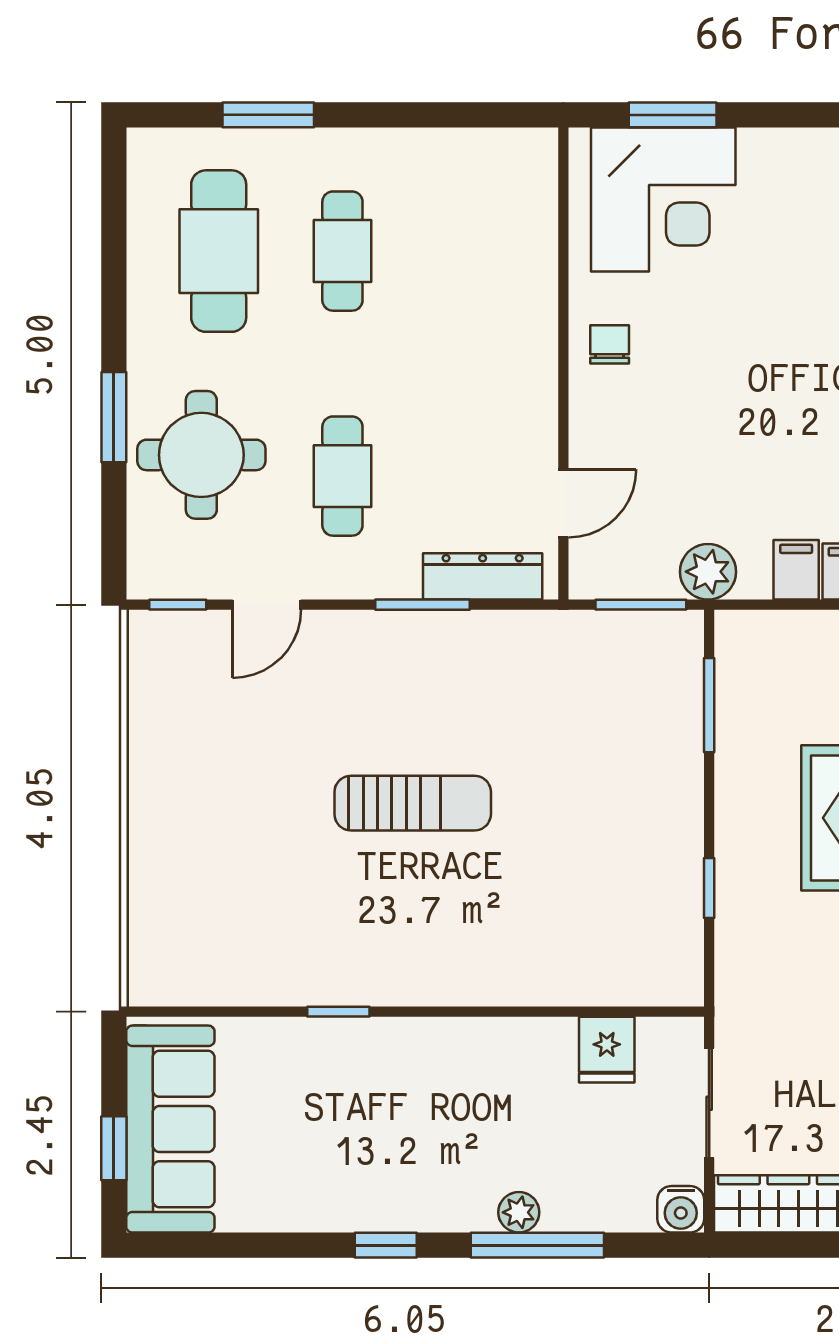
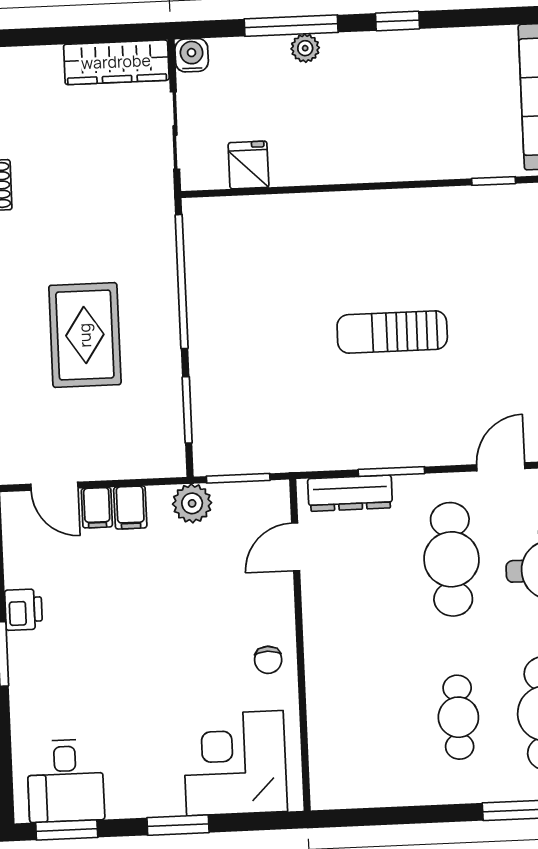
window: (673, 115) -> (178, 825), moved
cafe table: (342, 476) -> (452, 559), width x1.37, depth x1.35
window: (709, 888) -> (182, 282), width x3.17
window: (338, 1012) -> (494, 181), moved

